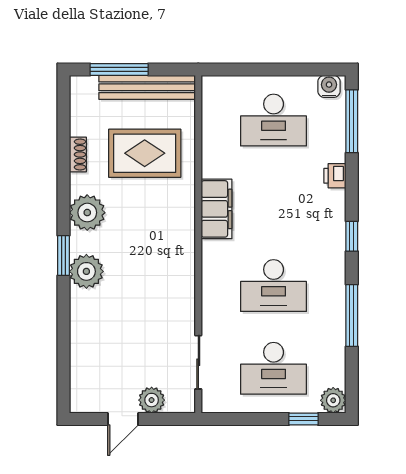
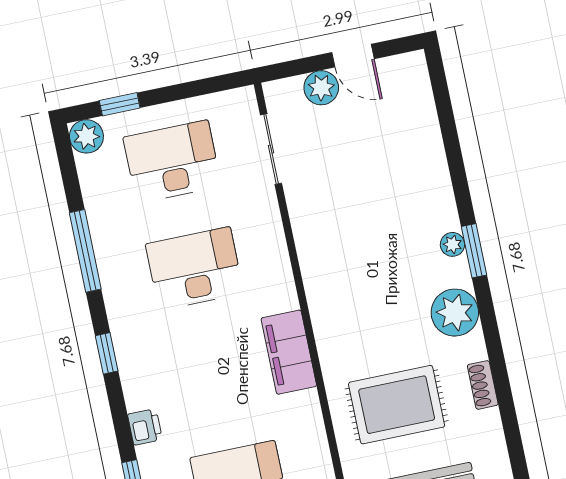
plant: (86, 271) -> (452, 244), width x0.53, depth x0.53
door: (123, 419) -> (353, 56), swing flipped

